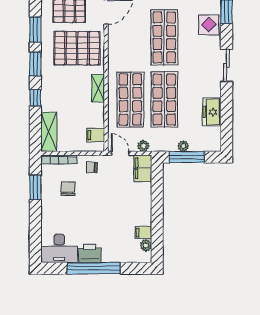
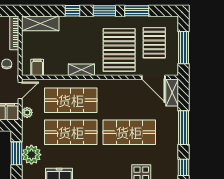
plant: (183, 146) -> (31, 155), width x1.88, depth x1.88
window: (187, 157) -> (17, 153), width x0.69

